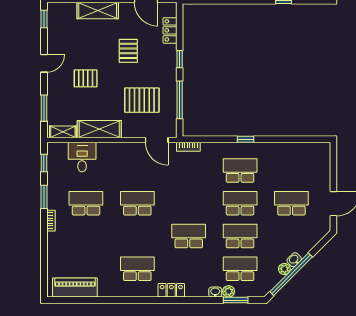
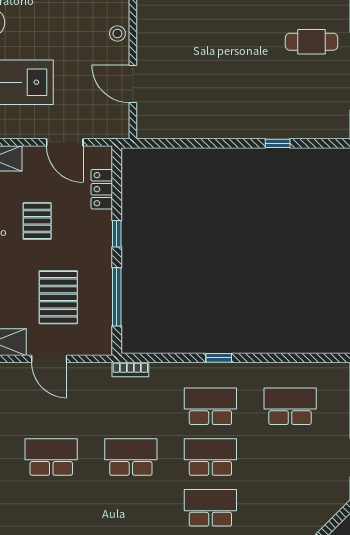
pallet: (142, 100) -> (58, 297), turned 90
door: (157, 140) -> (49, 359), moved
school desk: (291, 203) -> (290, 406), moved
school desk: (189, 236) -> (131, 457), moved

